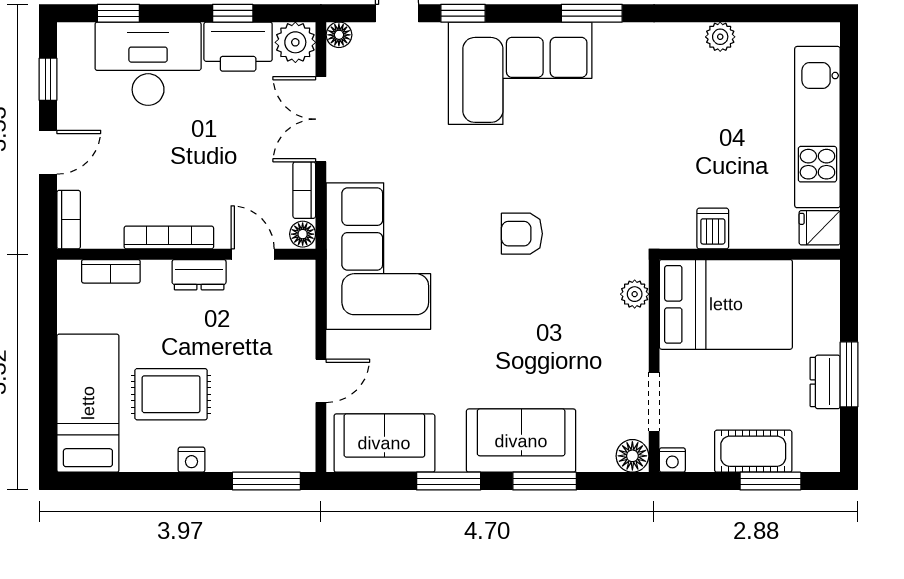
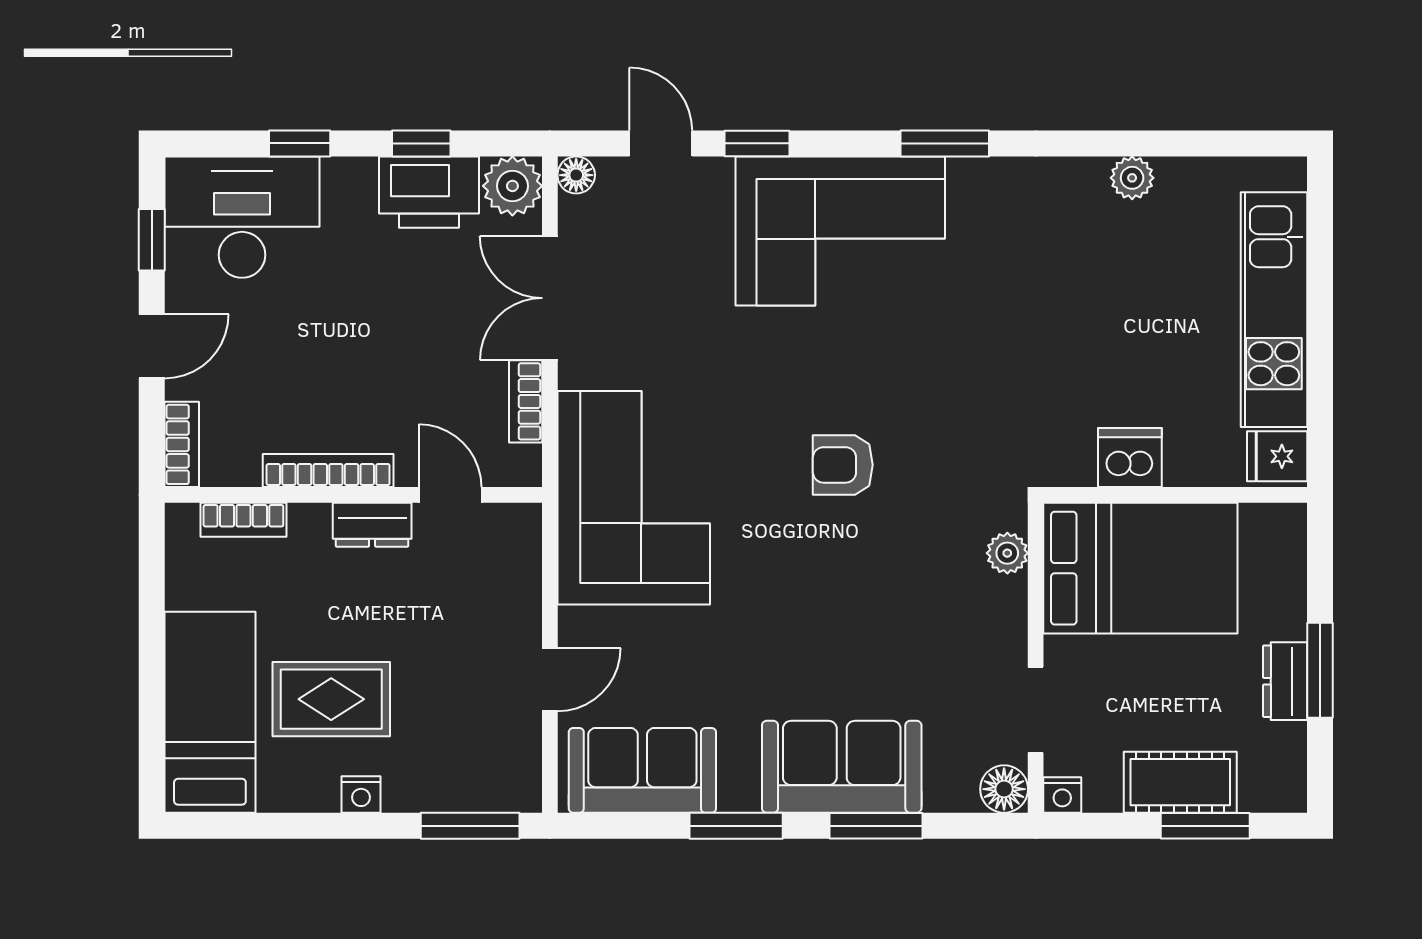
window: (118, 13) -> (300, 143), moved
desk: (148, 64) -> (242, 217), moved
dishwasher: (713, 229) -> (1130, 458), width x1.38
floor lamp: (303, 234) -> (523, 466), removed

